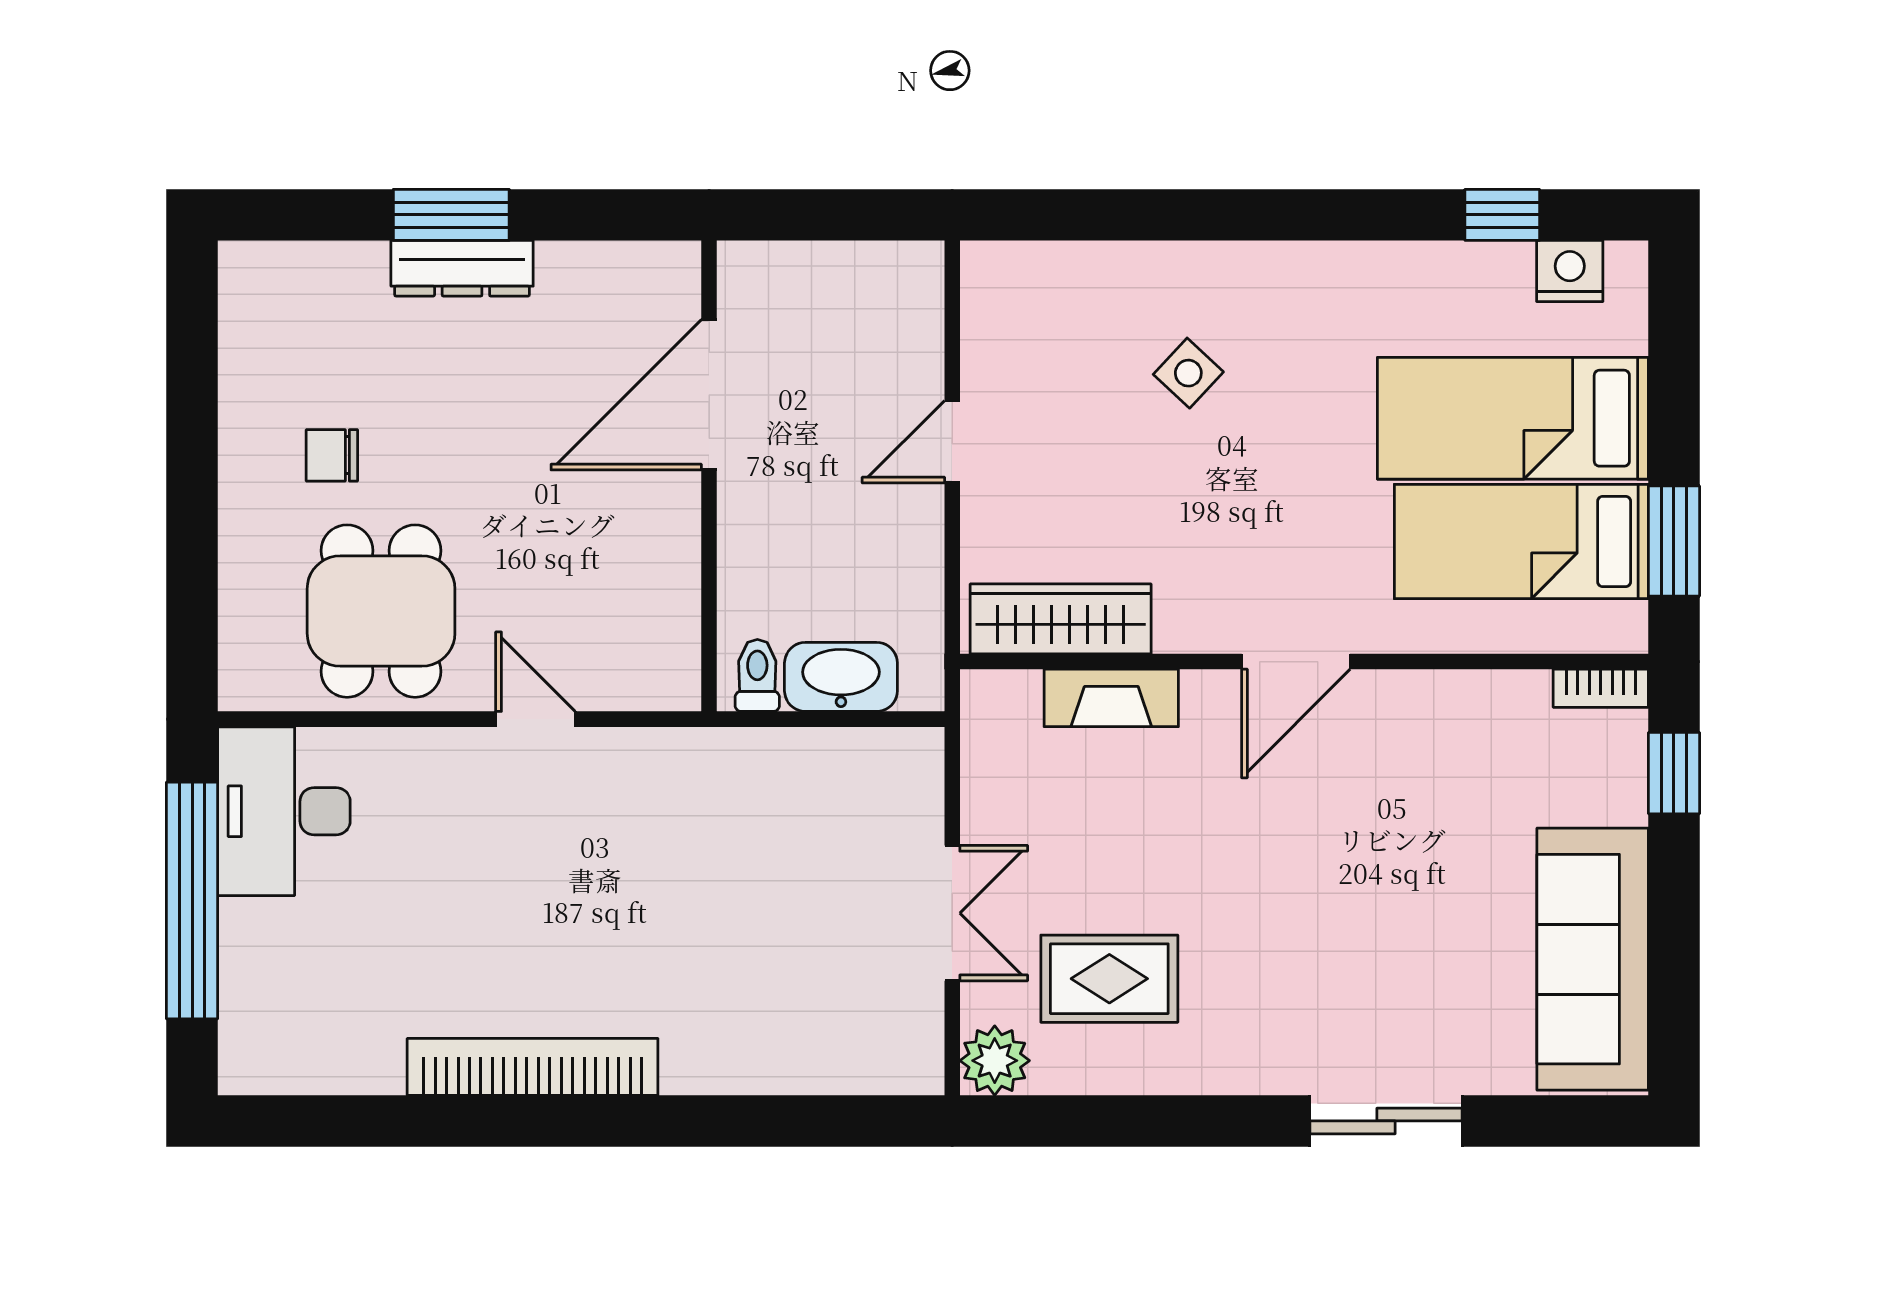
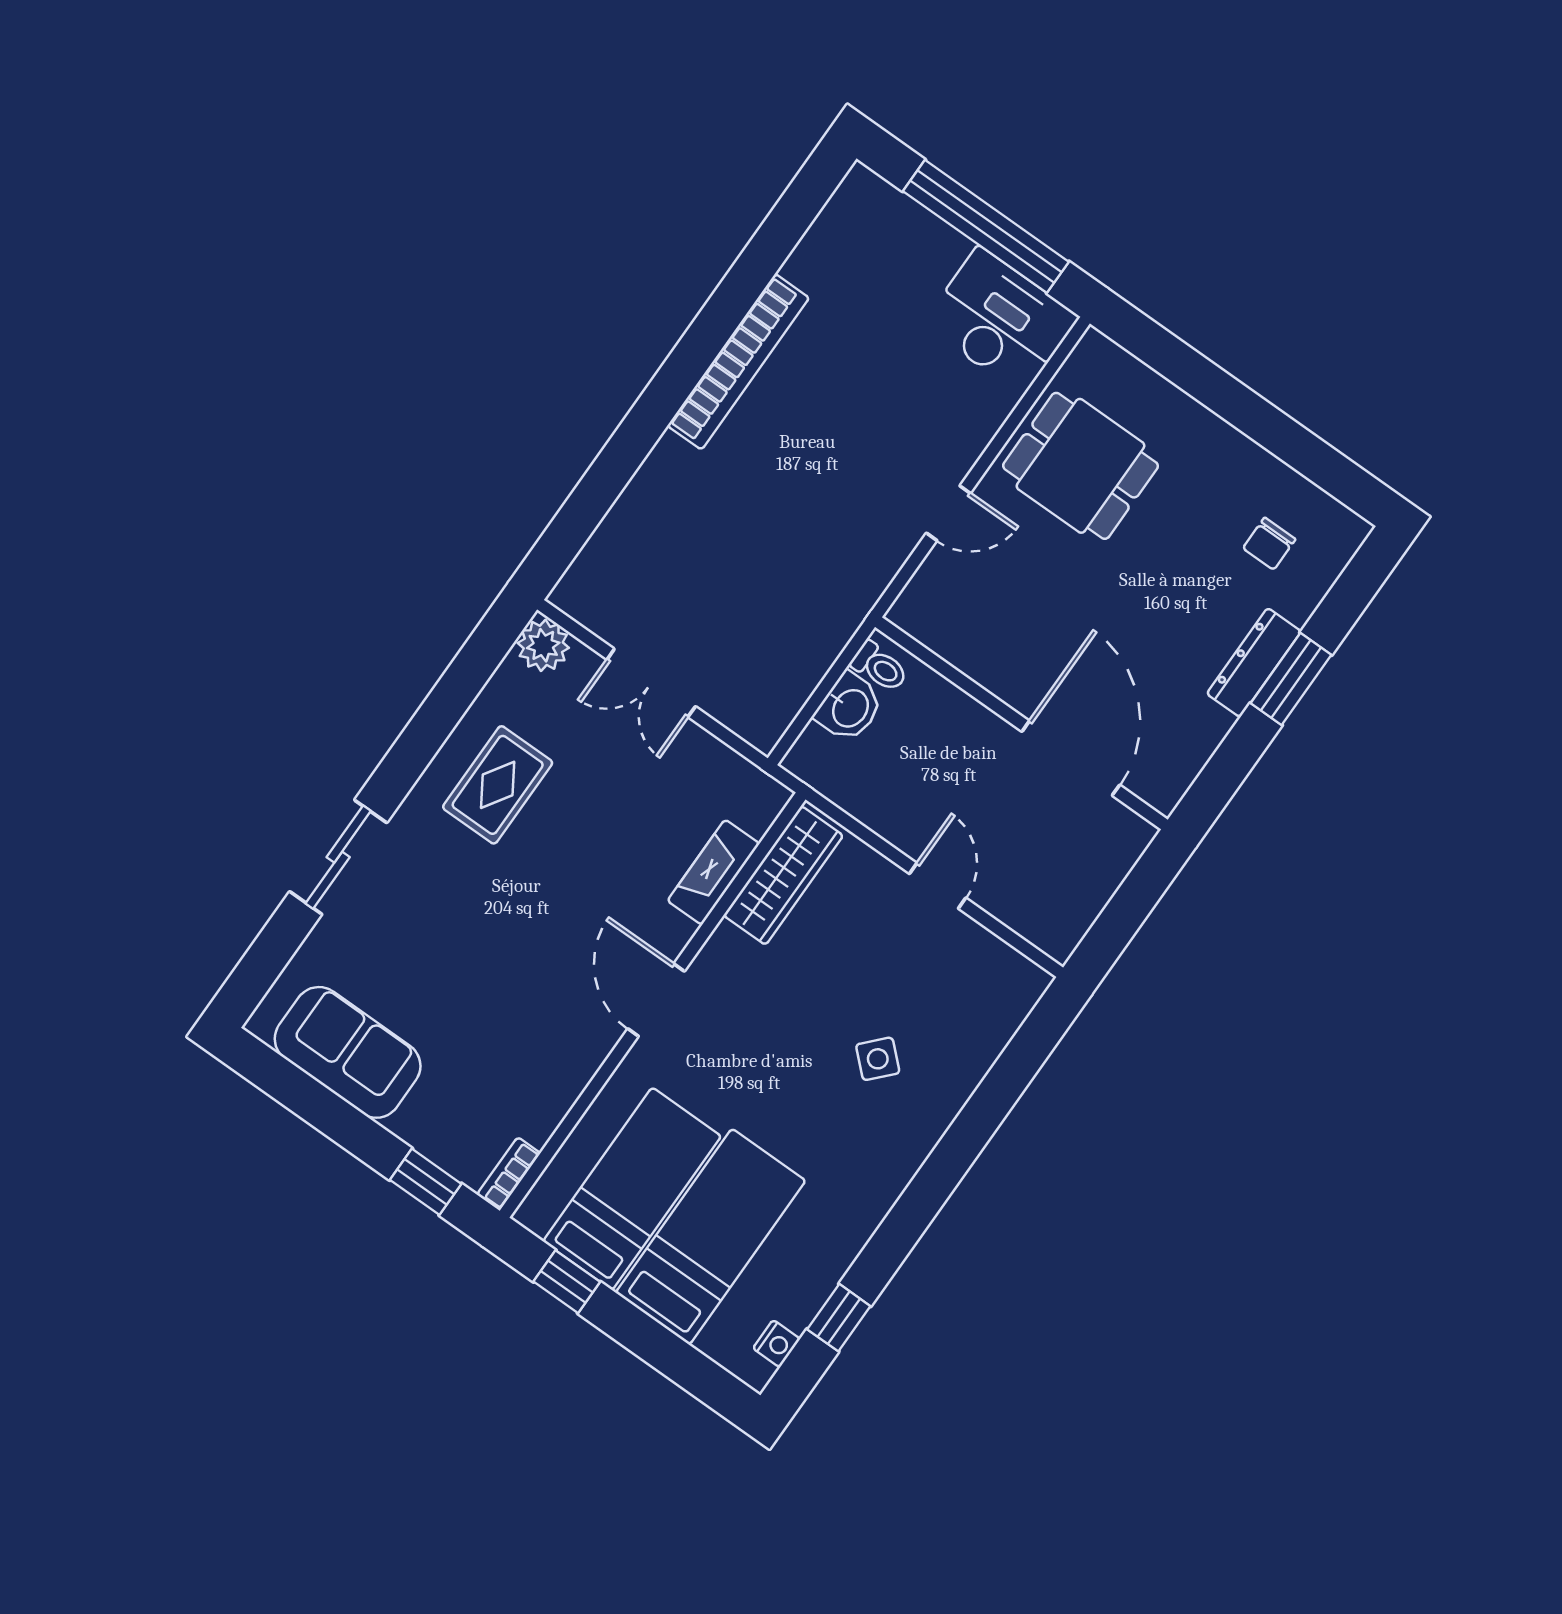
nightstand: (1570, 271) -> (776, 1344), width x0.72, depth x0.74
chair: (332, 455) -> (1269, 544), moved, turned 180
window: (1674, 541) -> (567, 1282), width x0.67
washbasin: (841, 677) -> (849, 707), width x0.72
sofa: (1593, 959) -> (348, 1052), width x0.73
rug: (1109, 979) -> (498, 785), moved

